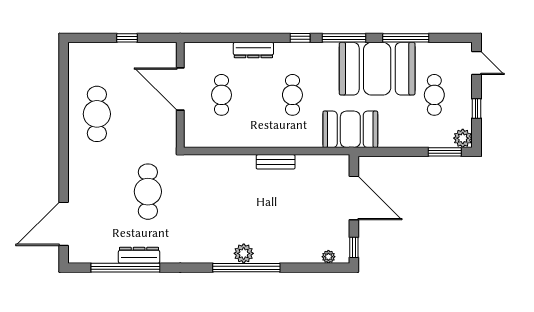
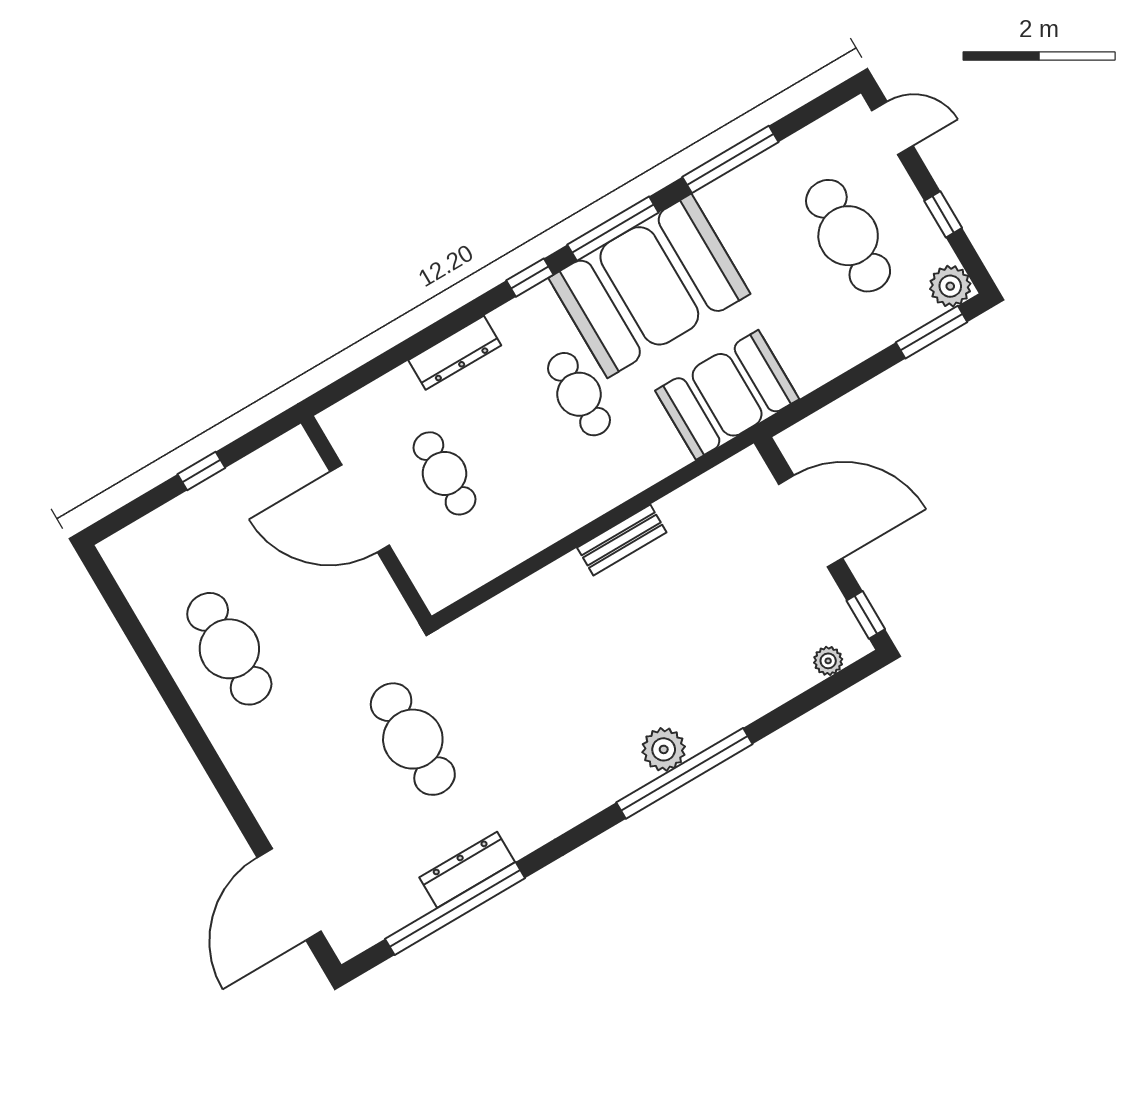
booth: (377, 69) -> (649, 286), moved
cafe table: (434, 95) -> (848, 236), width x1.37, depth x1.35

